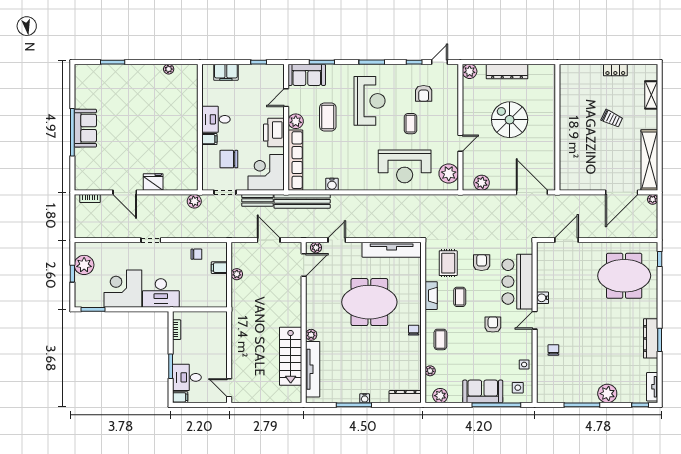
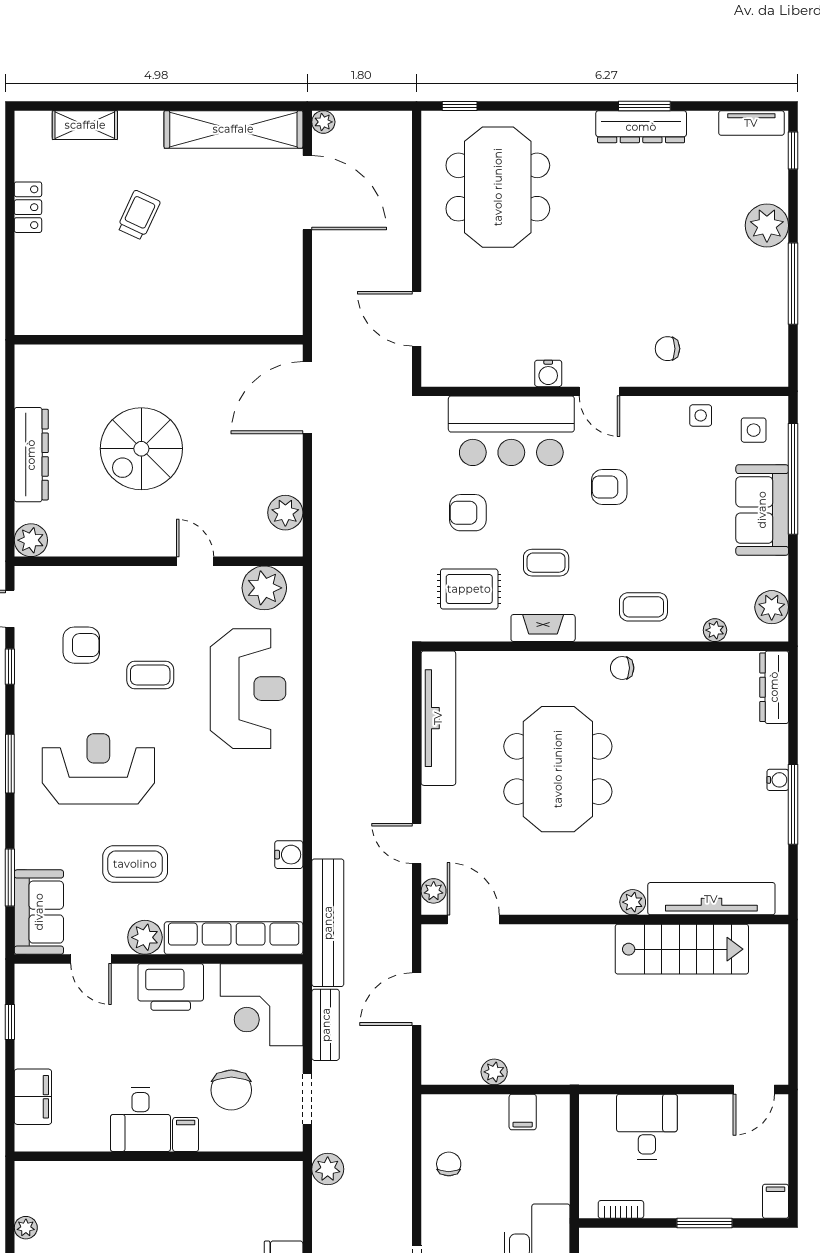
filing cabinet: (219, 268) -> (523, 1112), moved
desk: (187, 377) -> (647, 1127), moved, turned 180

